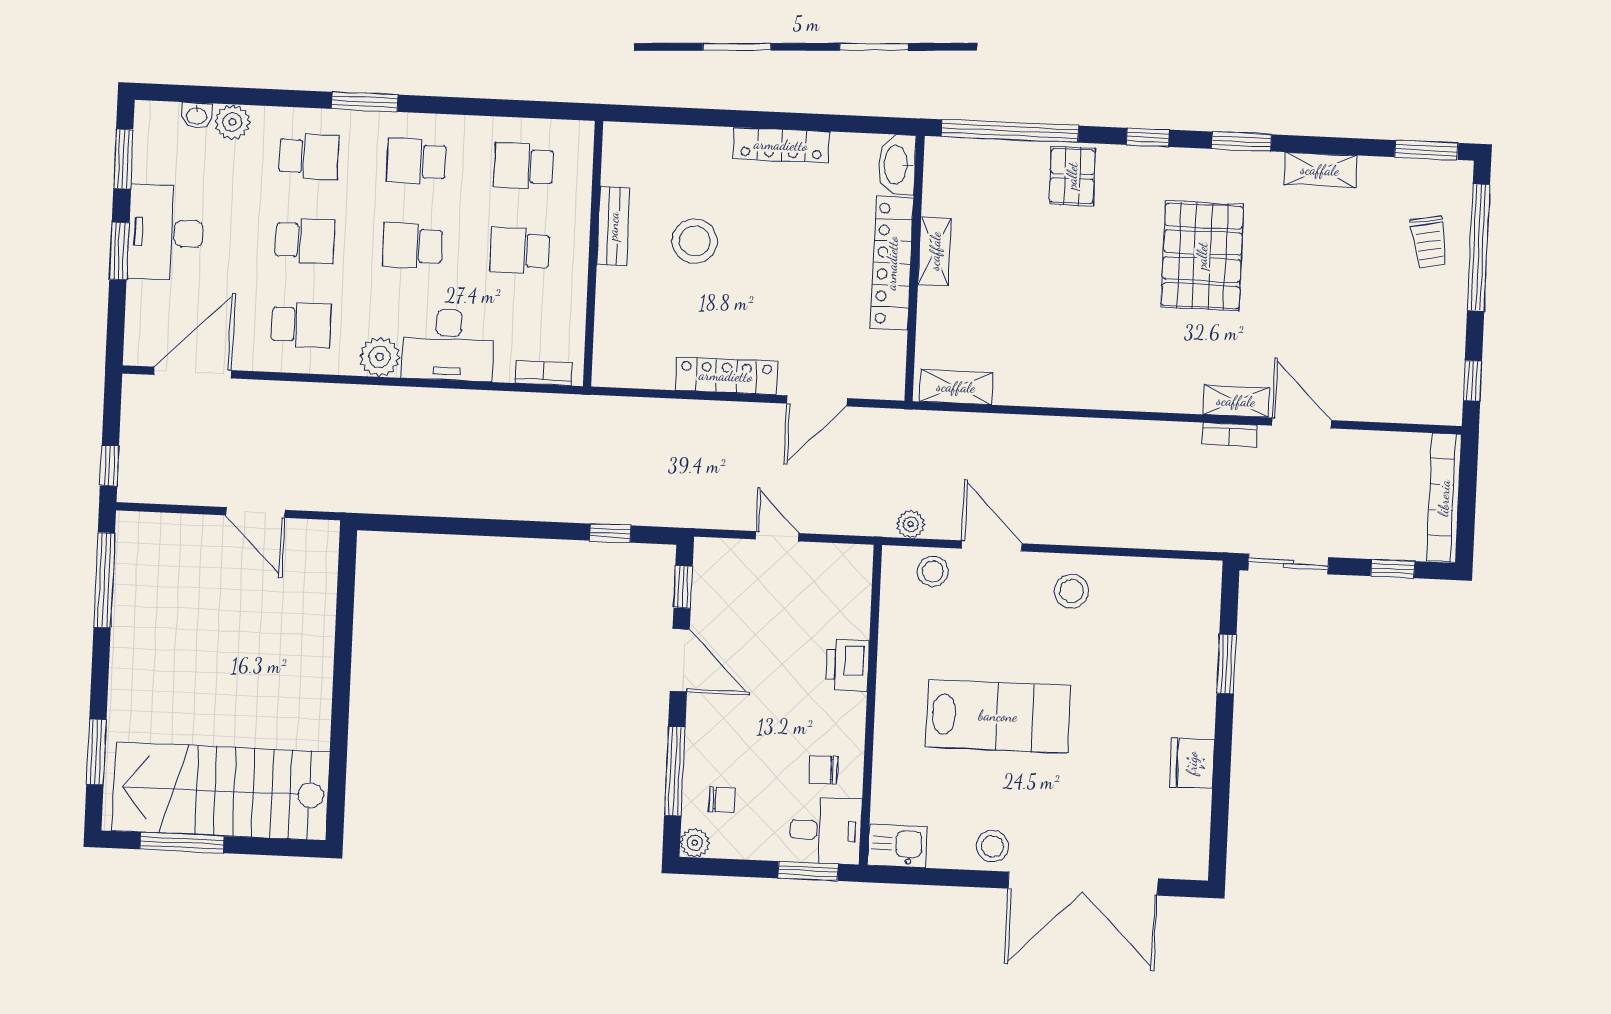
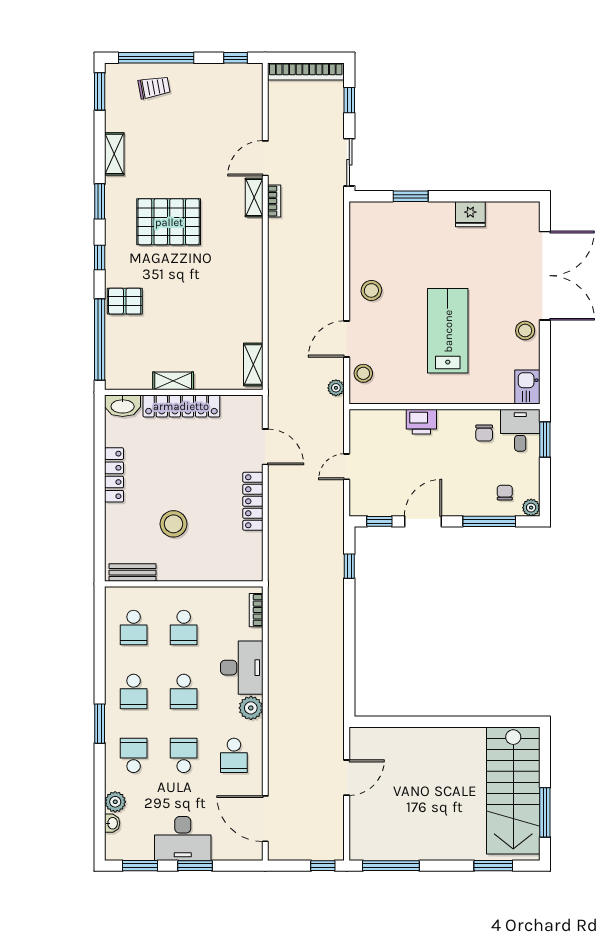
bench: (613, 226) -> (132, 573), moved
school desk: (301, 325) -> (234, 755), turned 180

